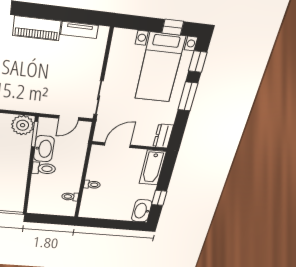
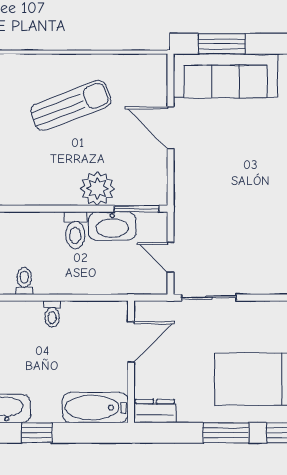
plant: (23, 125) -> (97, 188), moved
door: (118, 145) -> (131, 342), hinge flipped

